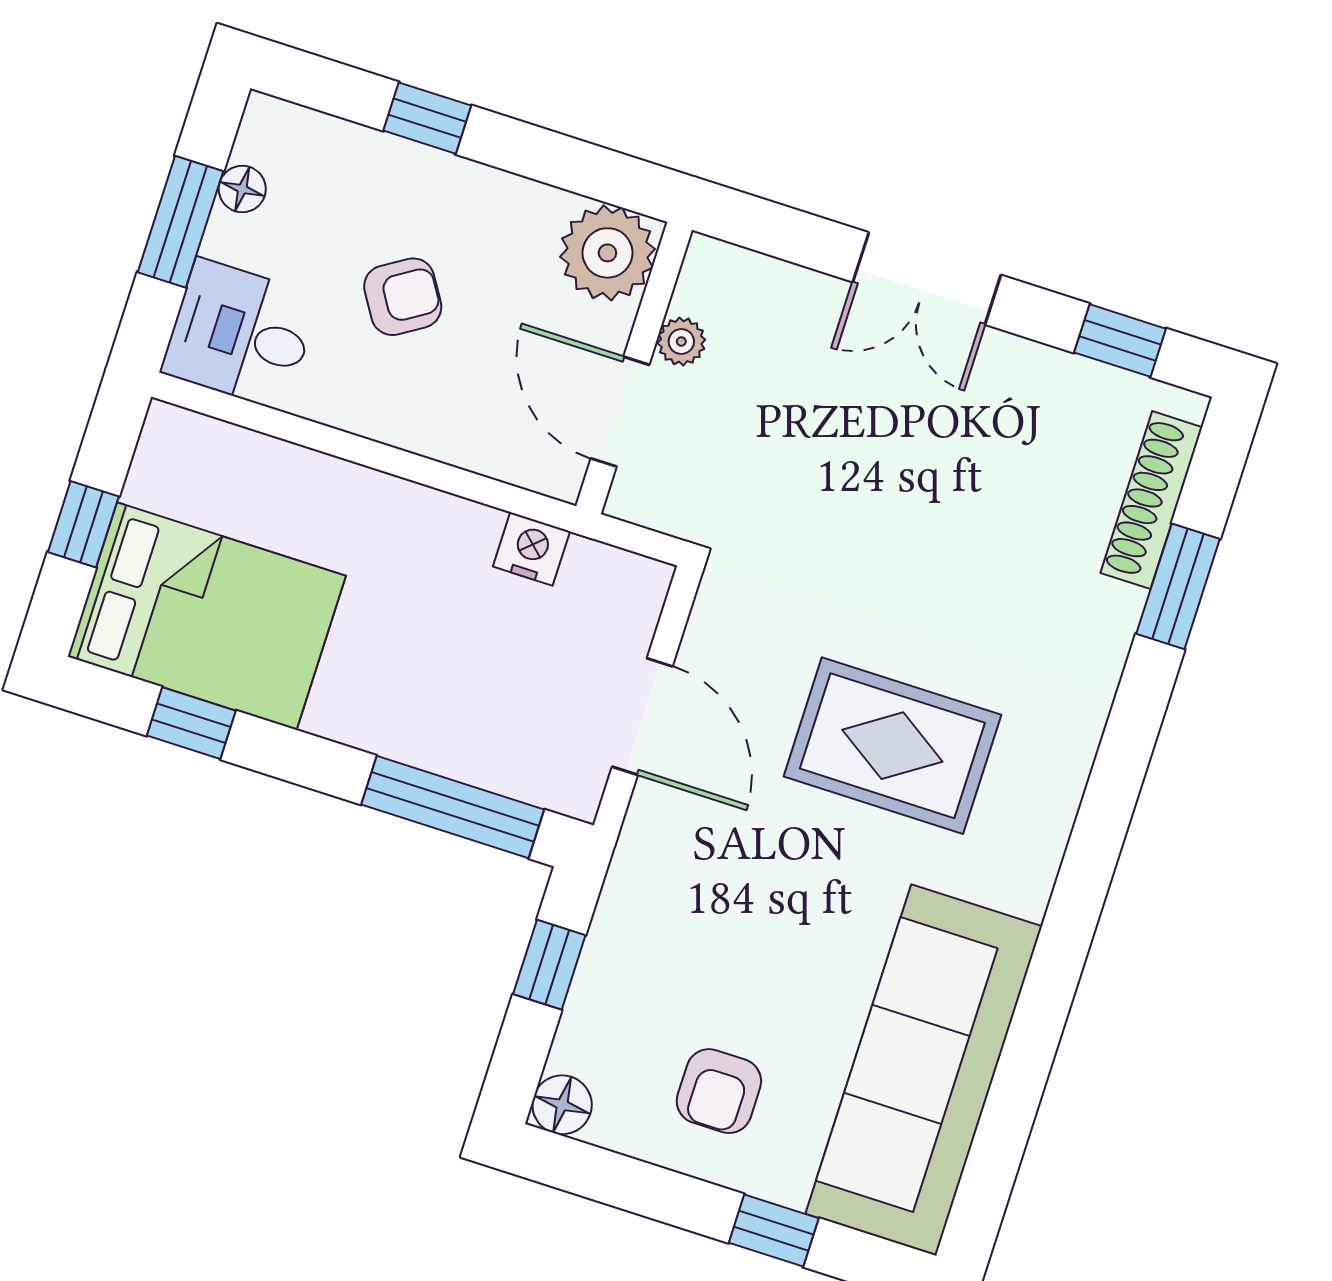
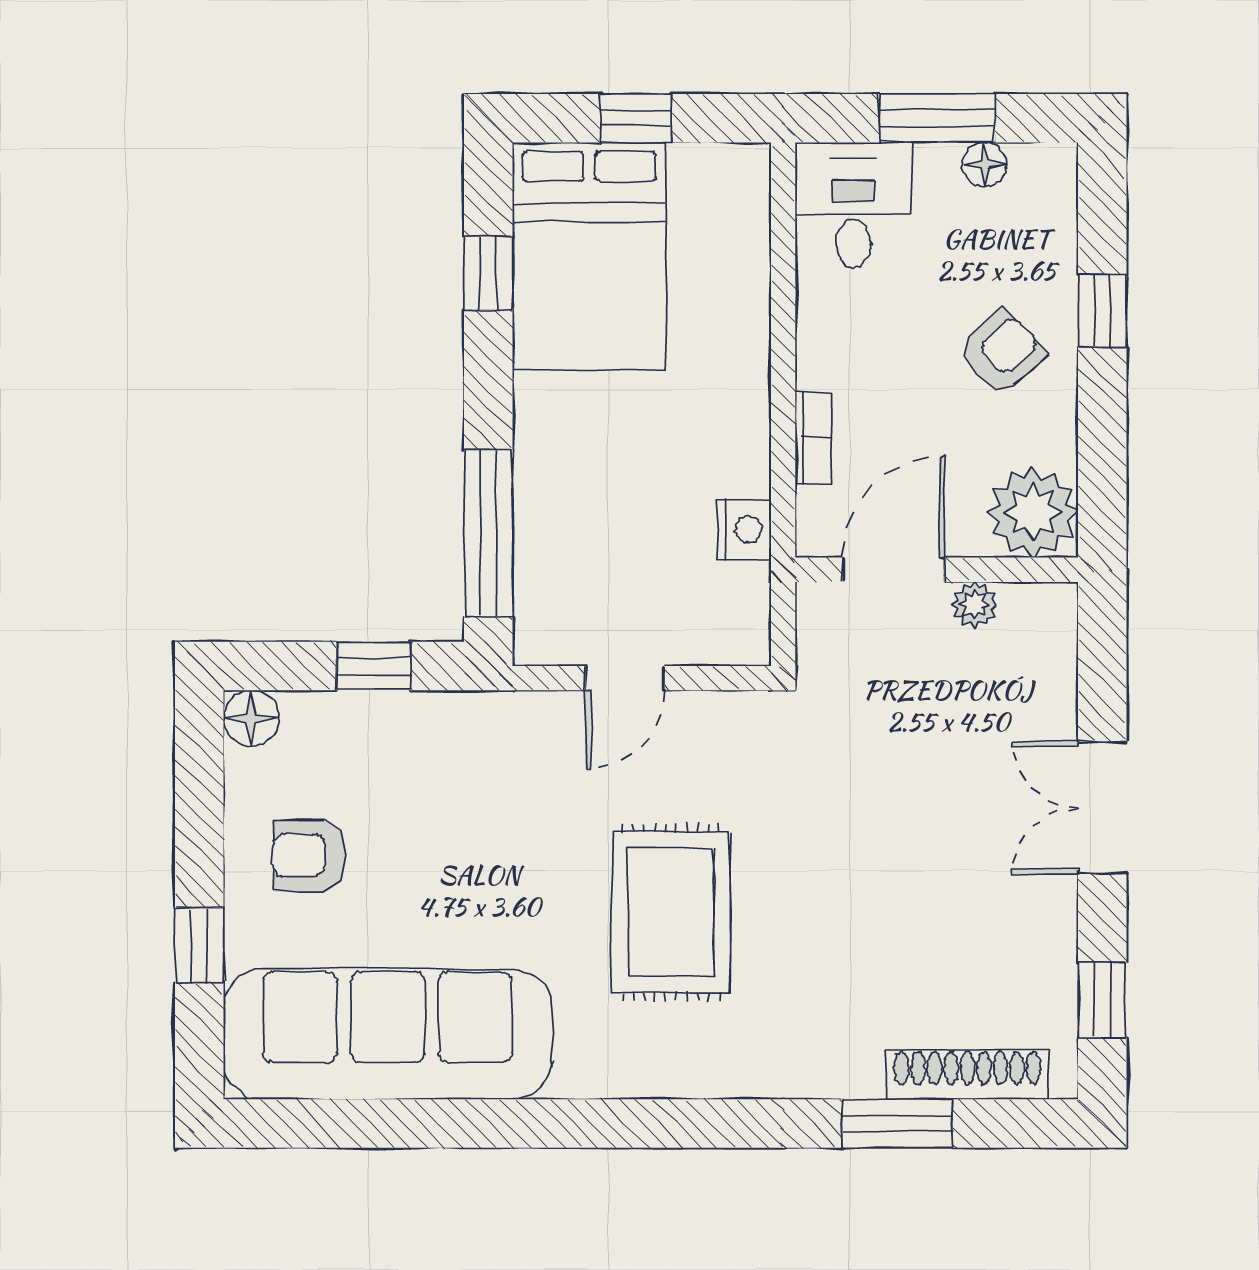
armchair: (403, 297) -> (1002, 352), moved, turned -101
bookcase: (461, 449) -> (814, 438), added
door: (642, 717) -> (625, 678), width x0.73

